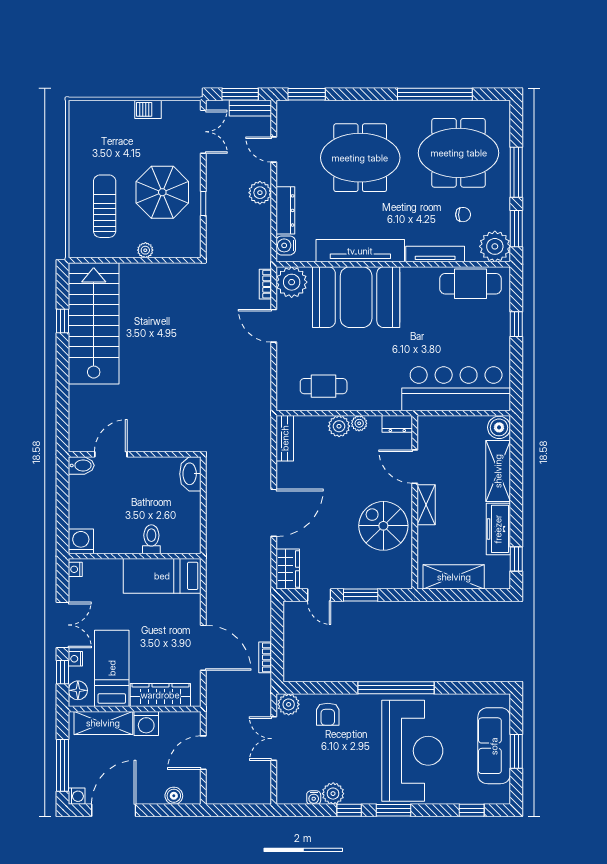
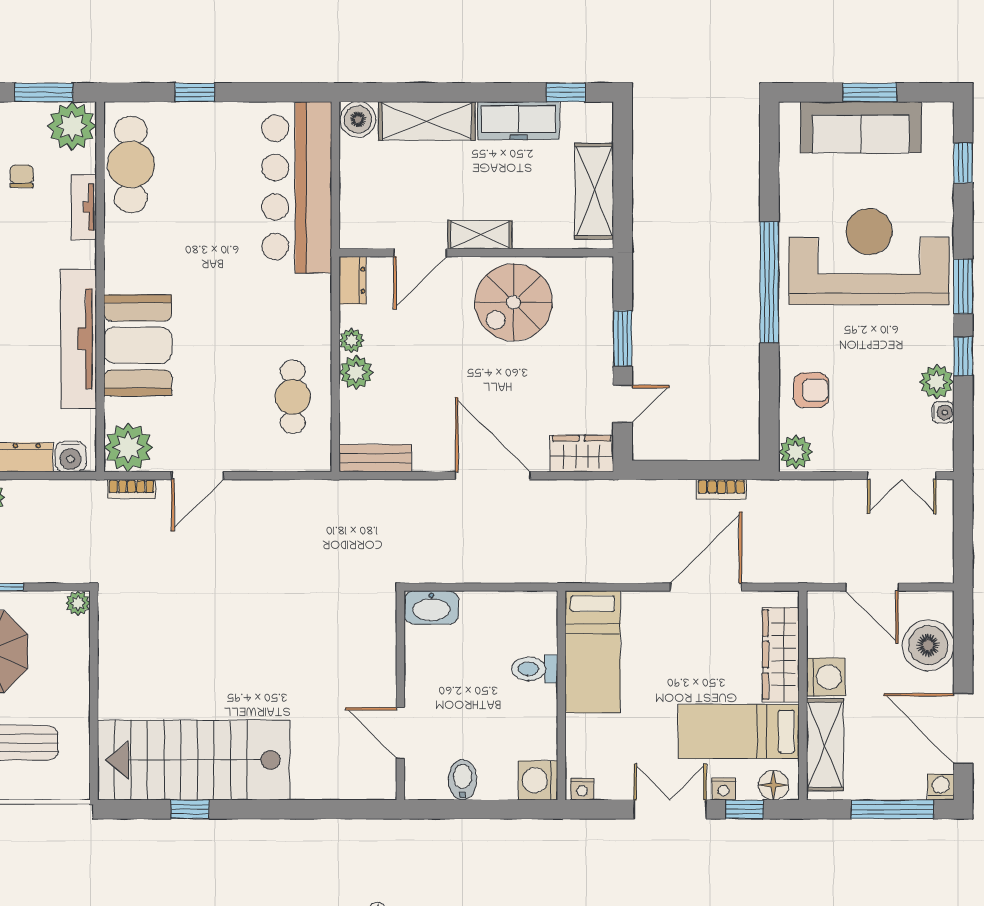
plant: (145, 250) -> (78, 603), moved
tv unit: (435, 254) -> (84, 207), width x0.71
booth: (356, 297) -> (138, 345), width x0.73, depth x0.70
bidet: (81, 465) -> (462, 780), moved
double door: (274, 739) -> (902, 476), moved
boiler: (174, 796) -> (928, 645), width x1.86, depth x1.86

